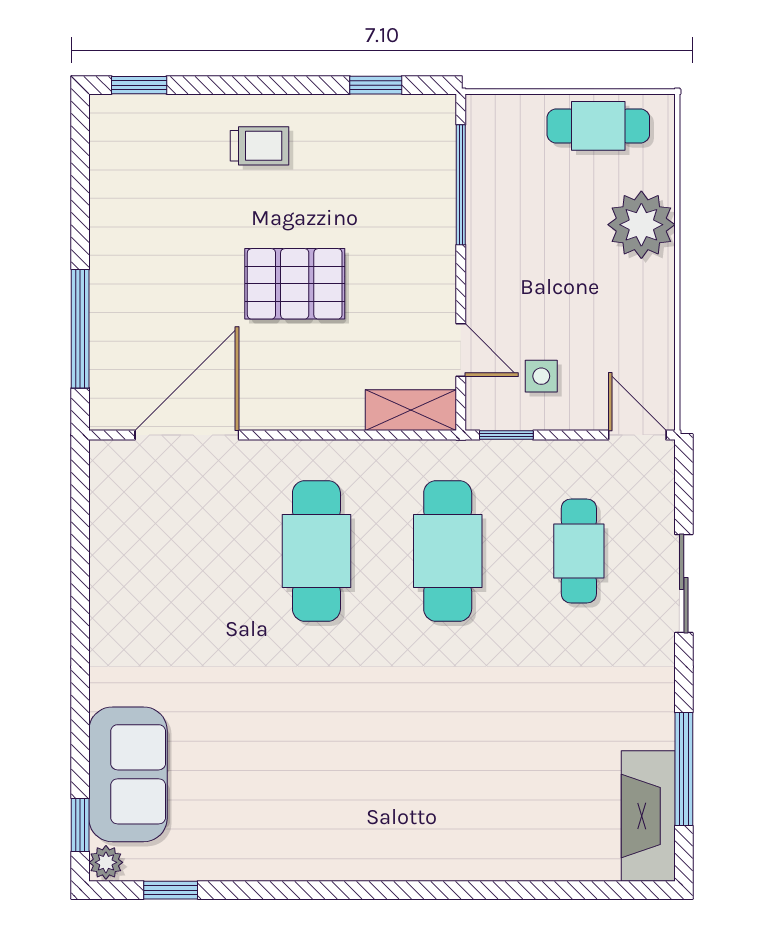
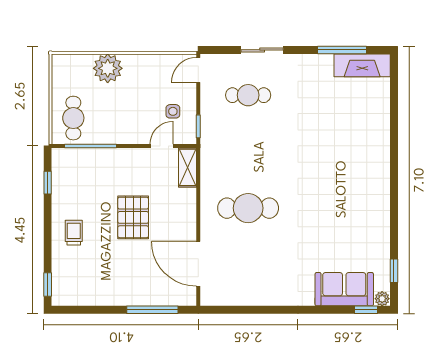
cafe table: (598, 126) -> (73, 118), moved
cafe table: (448, 551) -> (248, 152), removed

